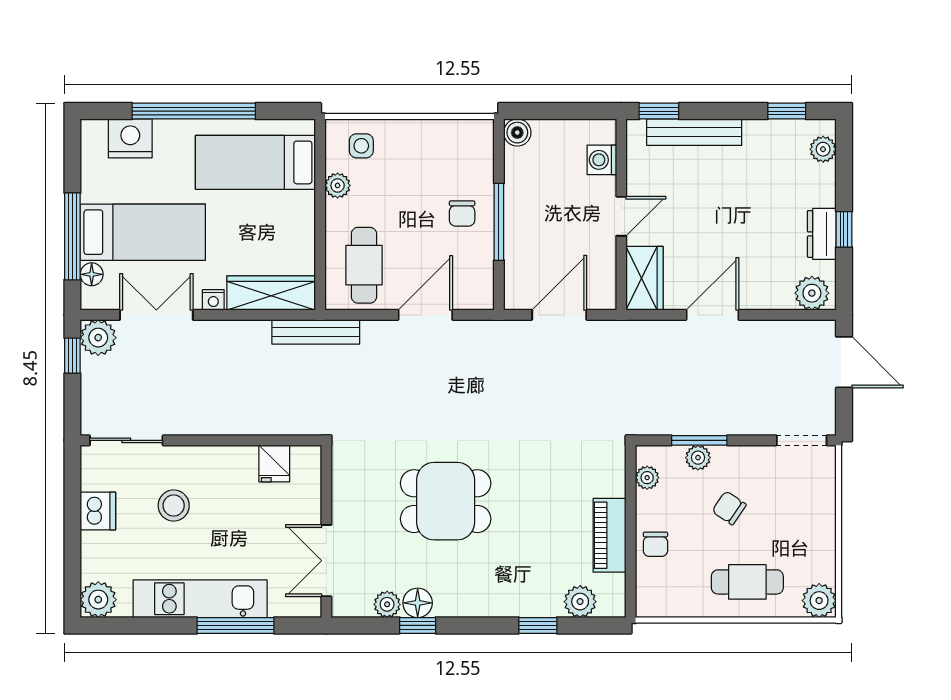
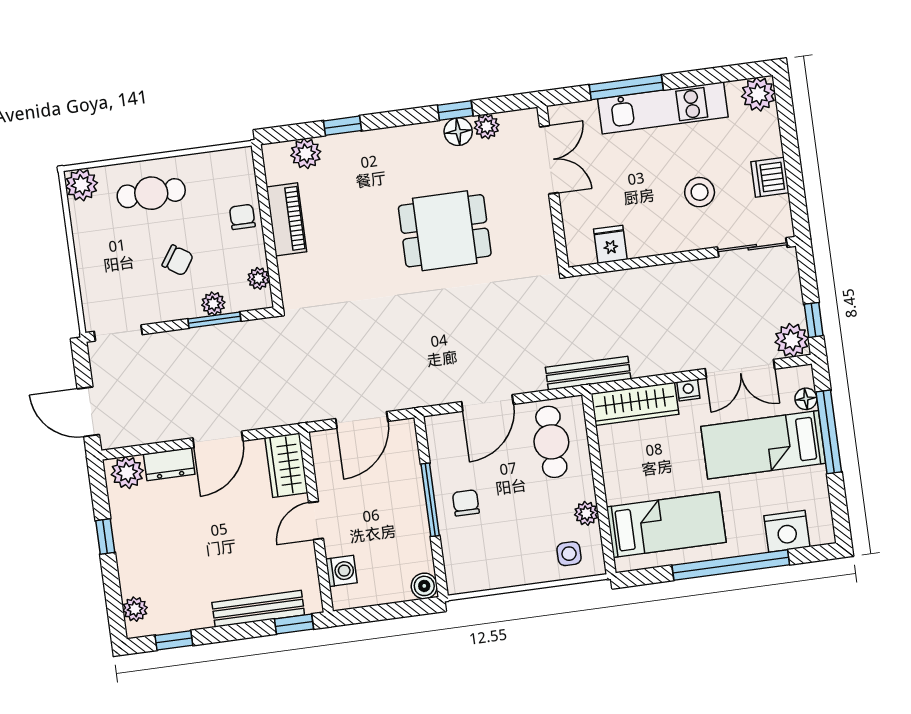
dresser: (822, 234) -> (169, 464), moved, turned 90

